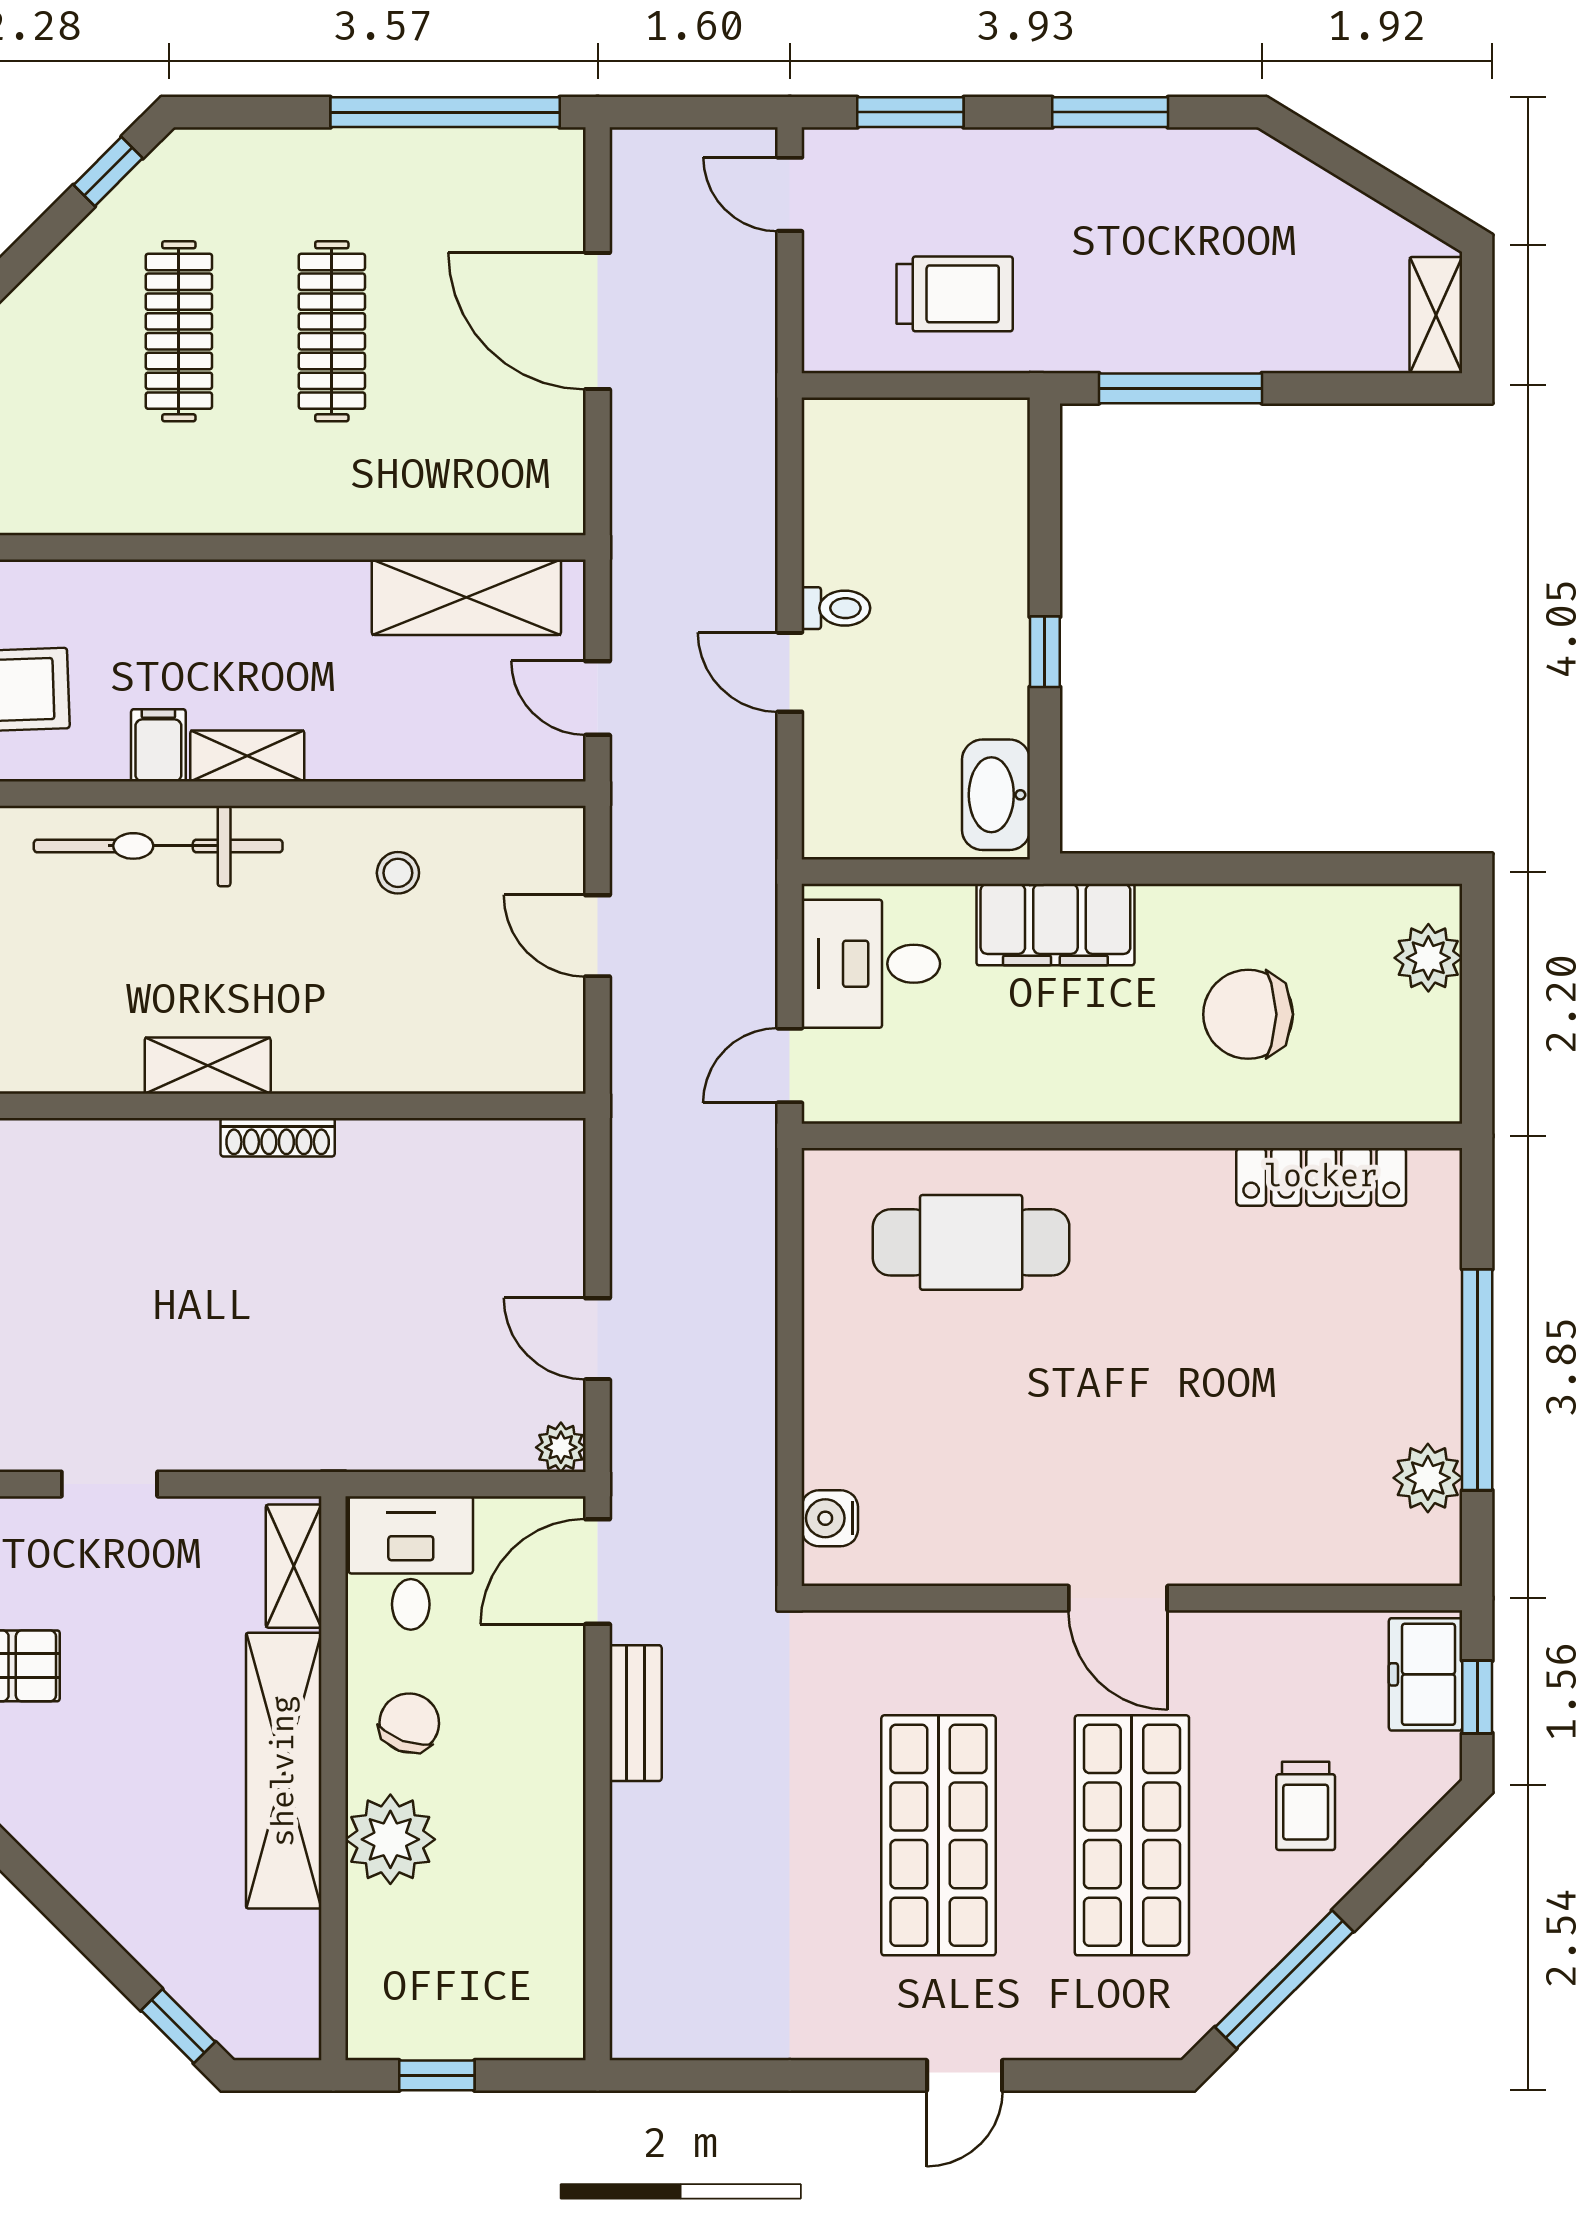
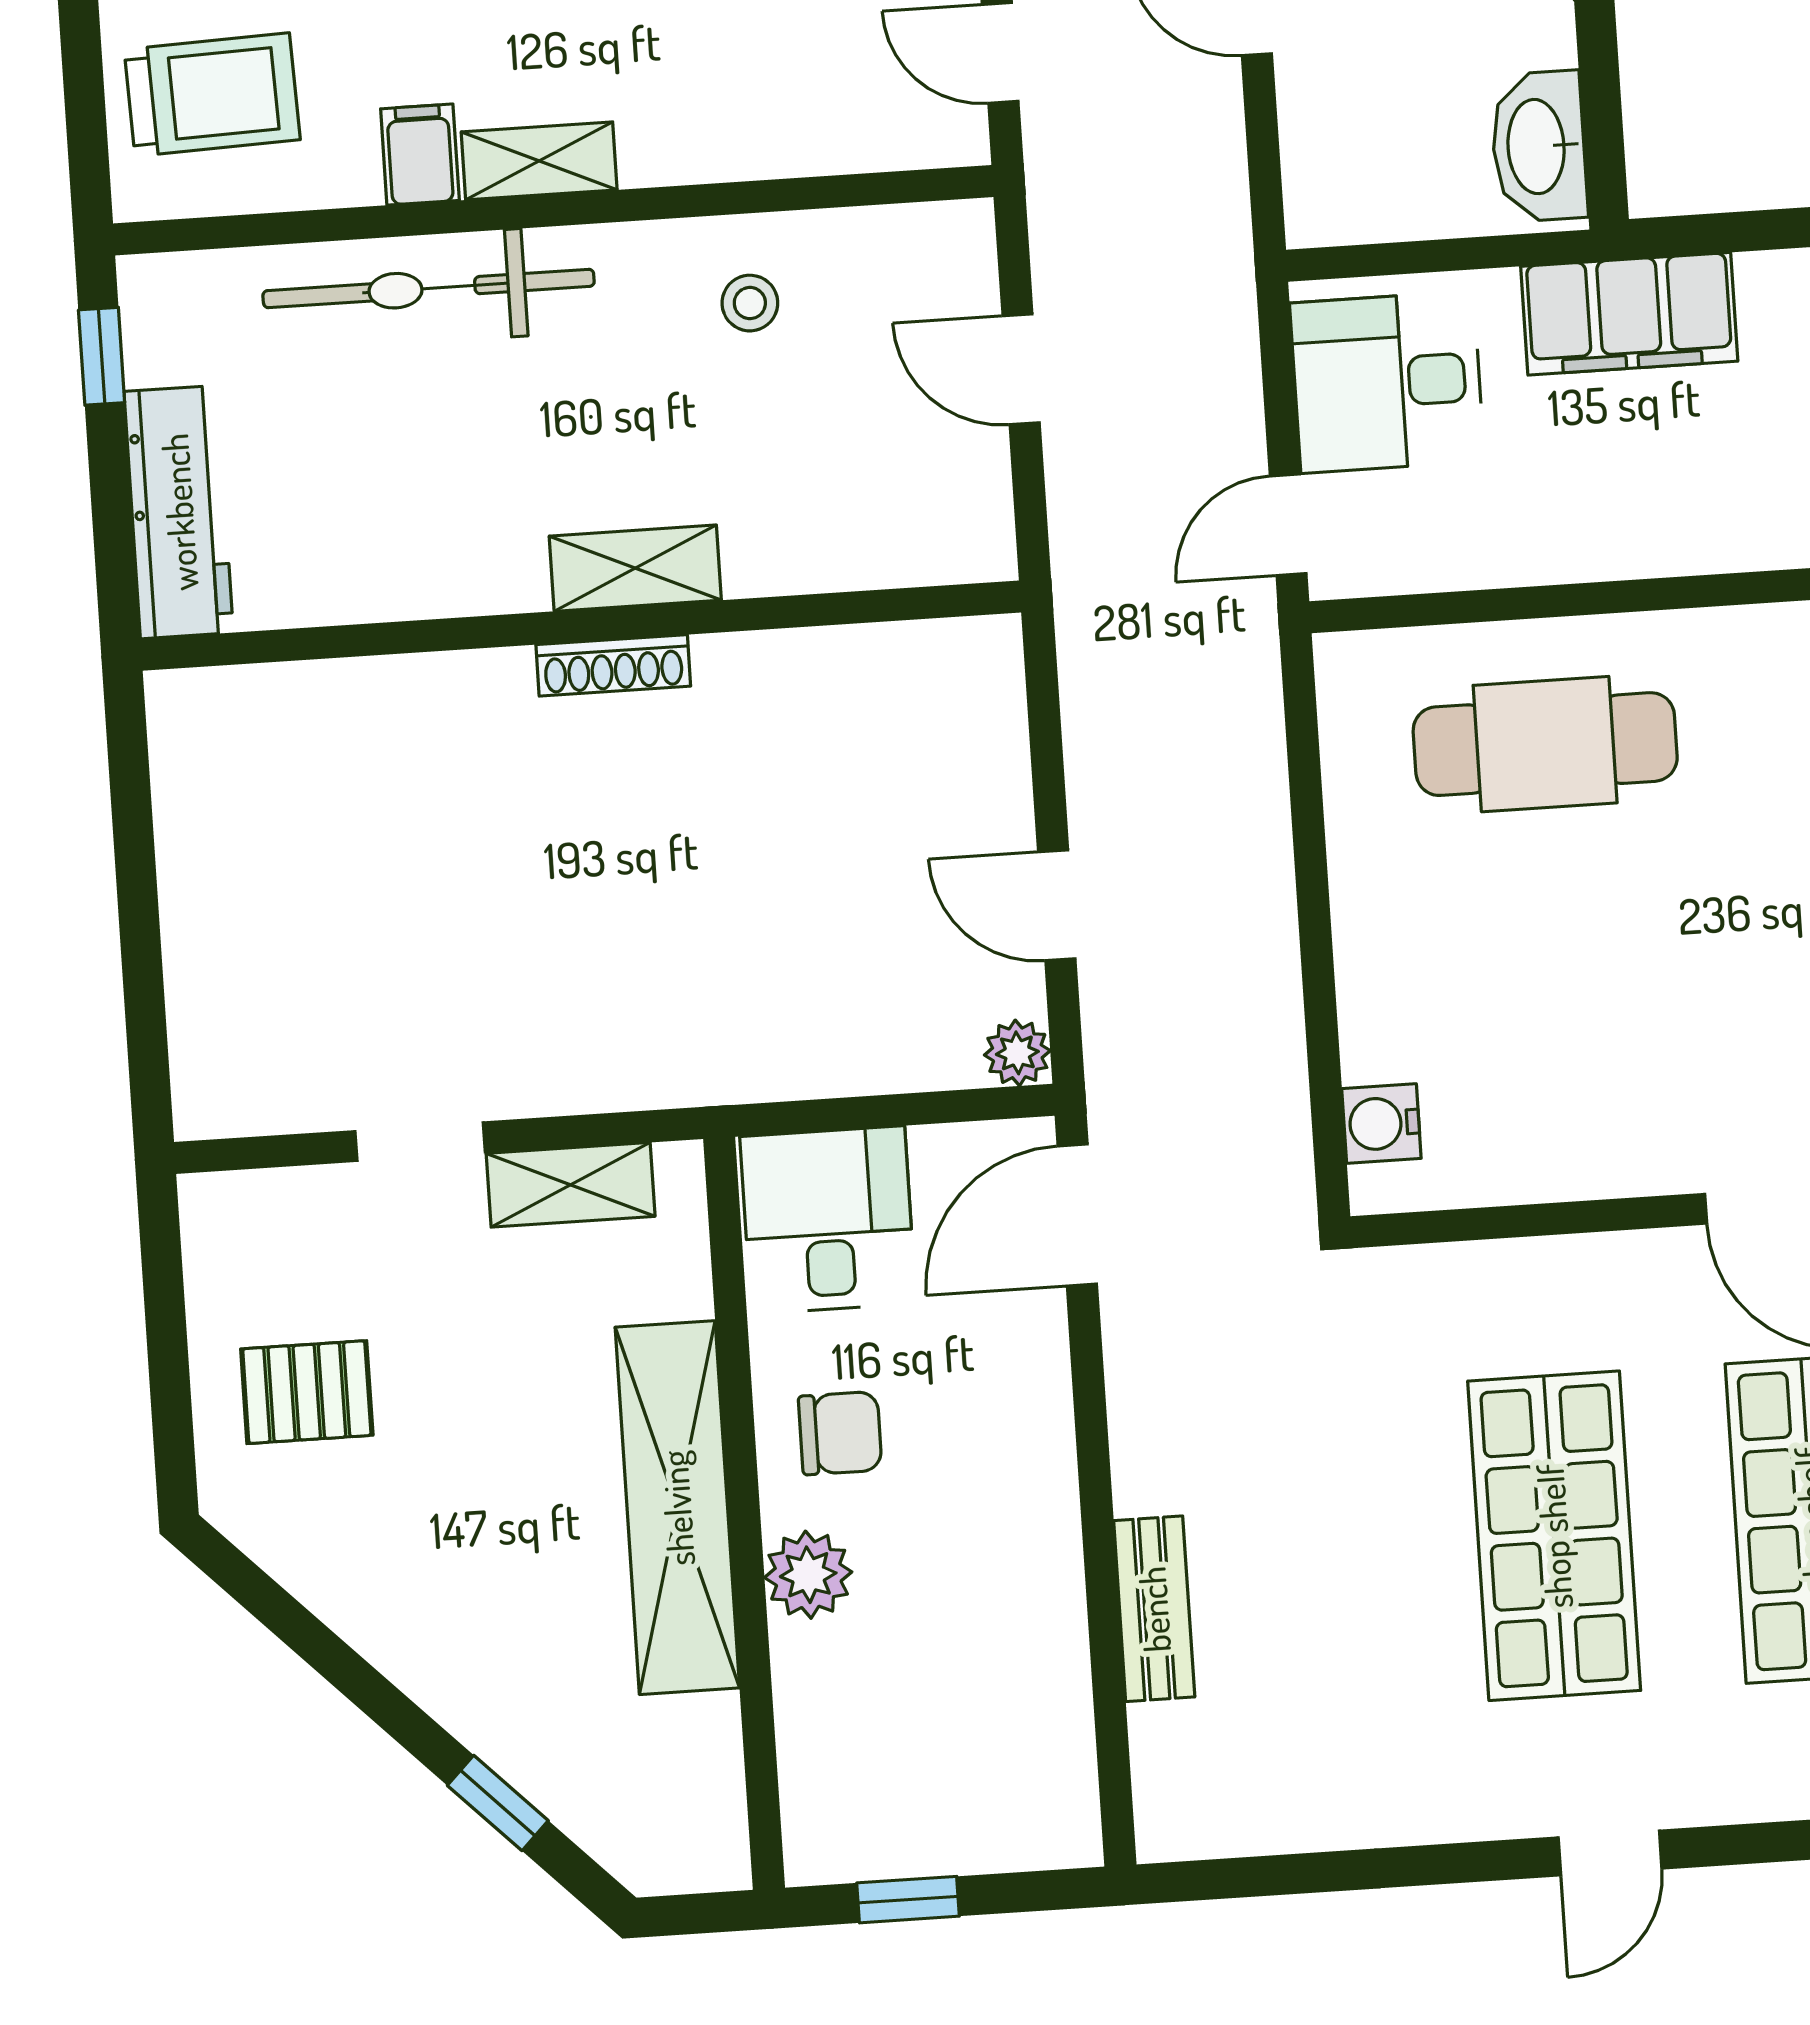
shelving: (208, 1066) -> (635, 568), moved
shelving: (294, 1566) -> (571, 1185), moved, turned 90
bench: (636, 1713) -> (1154, 1609), moved
chair: (409, 1723) -> (840, 1433), turned 70
plant: (390, 1839) -> (808, 1575), width x0.73, depth x0.73
window: (178, 2026) -> (498, 1803), moved

